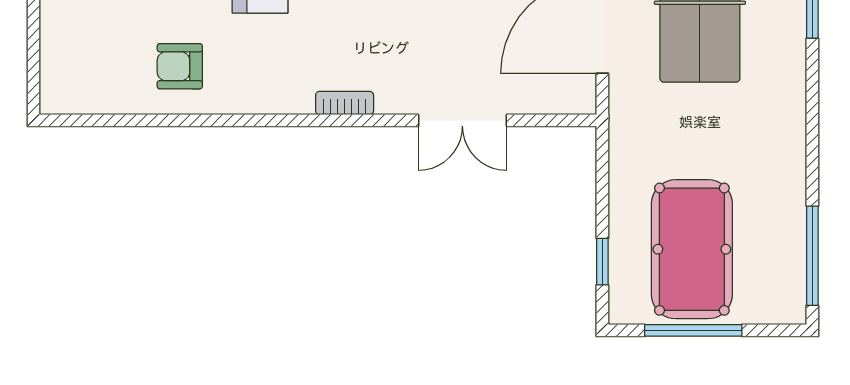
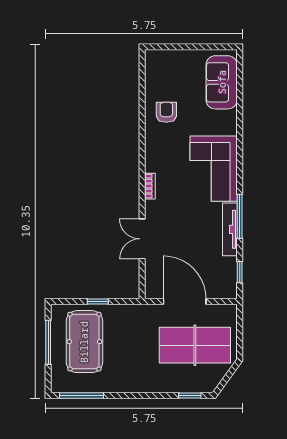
pool table: (692, 249) -> (84, 342), turned 90
window: (602, 262) -> (98, 301), moved

